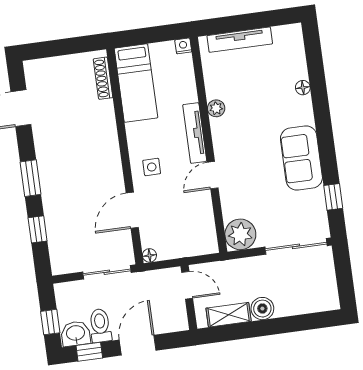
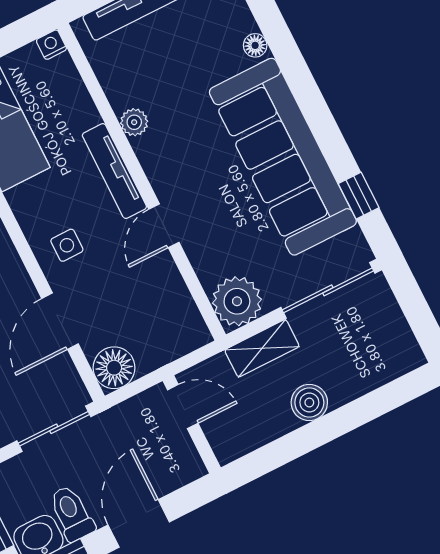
sofa: (301, 158) -> (283, 157), width x1.85, depth x1.27
floor lamp: (149, 255) -> (114, 368), width x1.89, depth x1.89
shelving: (229, 315) -> (262, 348), moved

